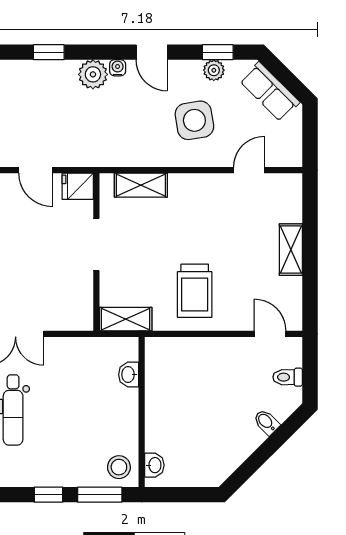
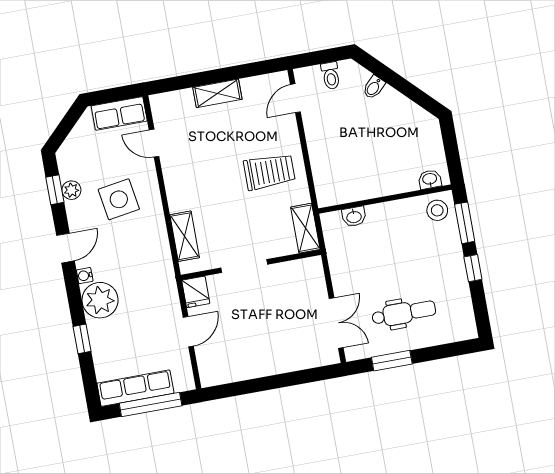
plant: (93, 74) -> (100, 300), width x1.36, depth x1.36
row of seats: (270, 92) -> (119, 113), moved, turned 45

